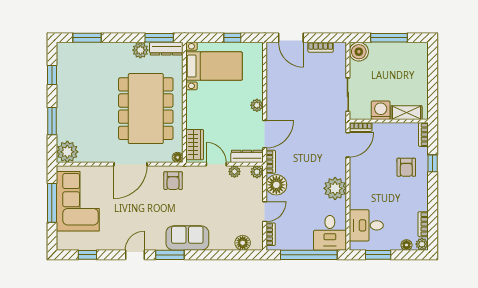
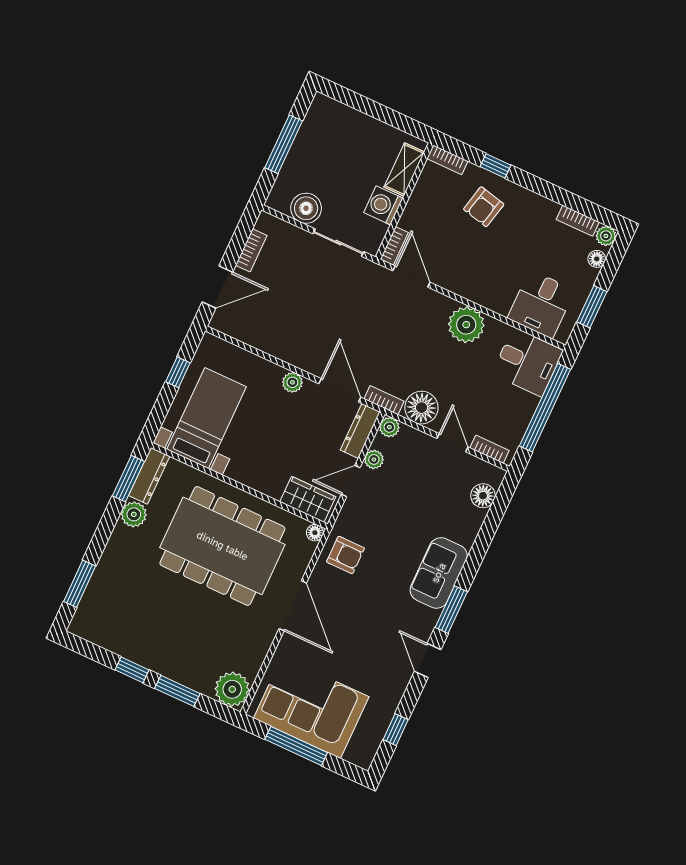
boiler: (359, 52) -> (306, 208), moved
window: (52, 75) -> (132, 670), moved
armchair: (406, 167) -> (484, 207), turned 103

